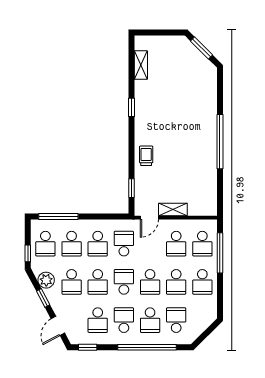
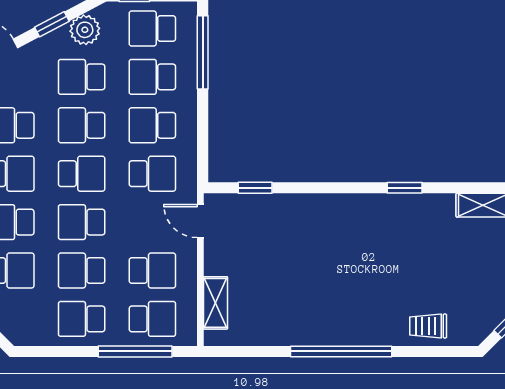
trolley: (146, 156) -> (428, 326), moved, turned 180
shelving: (173, 210) -> (216, 303), moved
school desk: (176, 244) -> (152, 271), turned 180
school desk: (202, 244) -> (152, 319), turned 180

